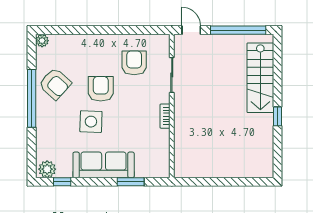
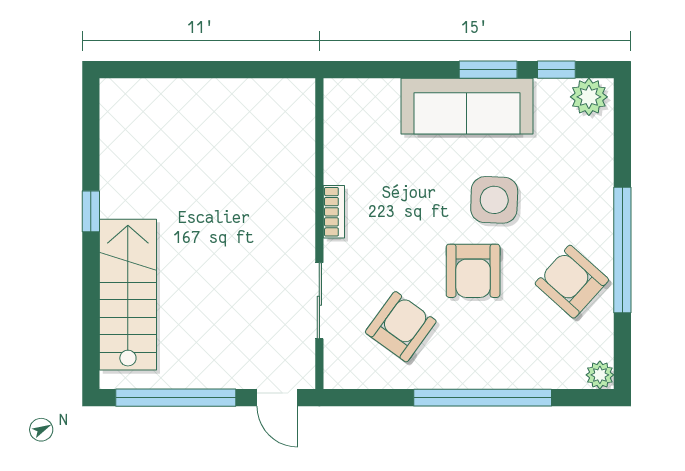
window: (96, 30) -> (483, 398), added
armchair: (134, 63) -> (401, 327), turned -144
window: (131, 182) -> (488, 70), moved

